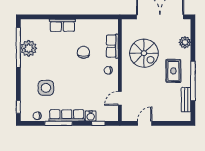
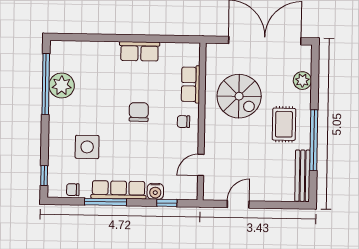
row of seats: (62, 25) -> (139, 51), moved
chair: (83, 52) -> (139, 112), moved
bench: (186, 100) -> (303, 176), width x1.36

